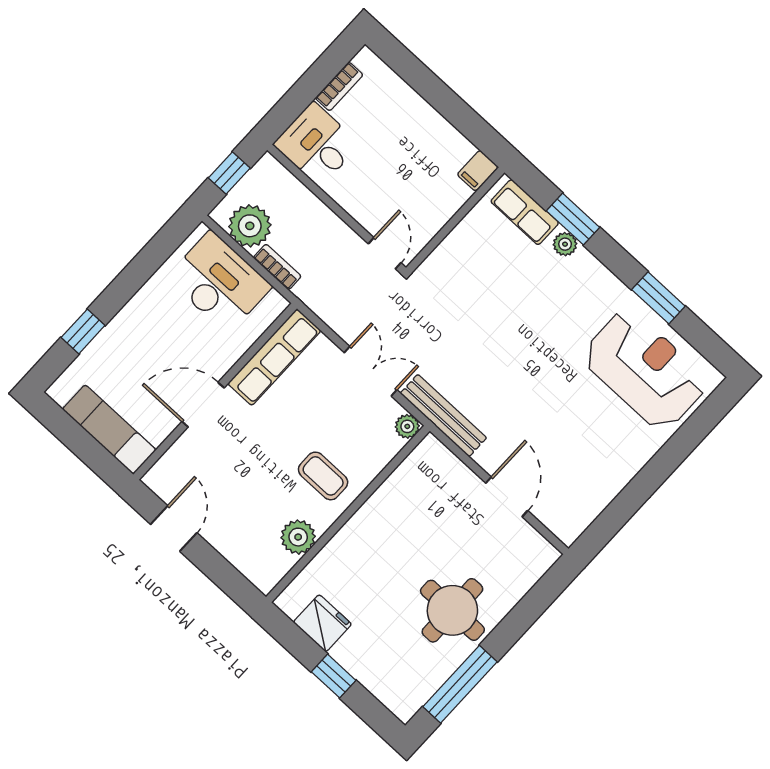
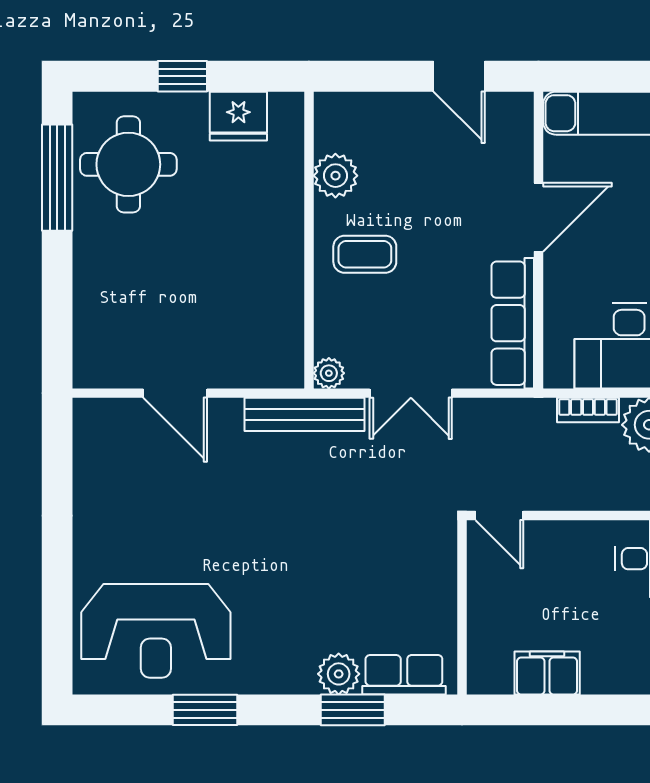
filing cabinet: (478, 171) -> (547, 673), moved, width x2.00
plant: (565, 244) -> (339, 674), width x1.38, depth x1.38
round table: (452, 610) -> (128, 164), moved

